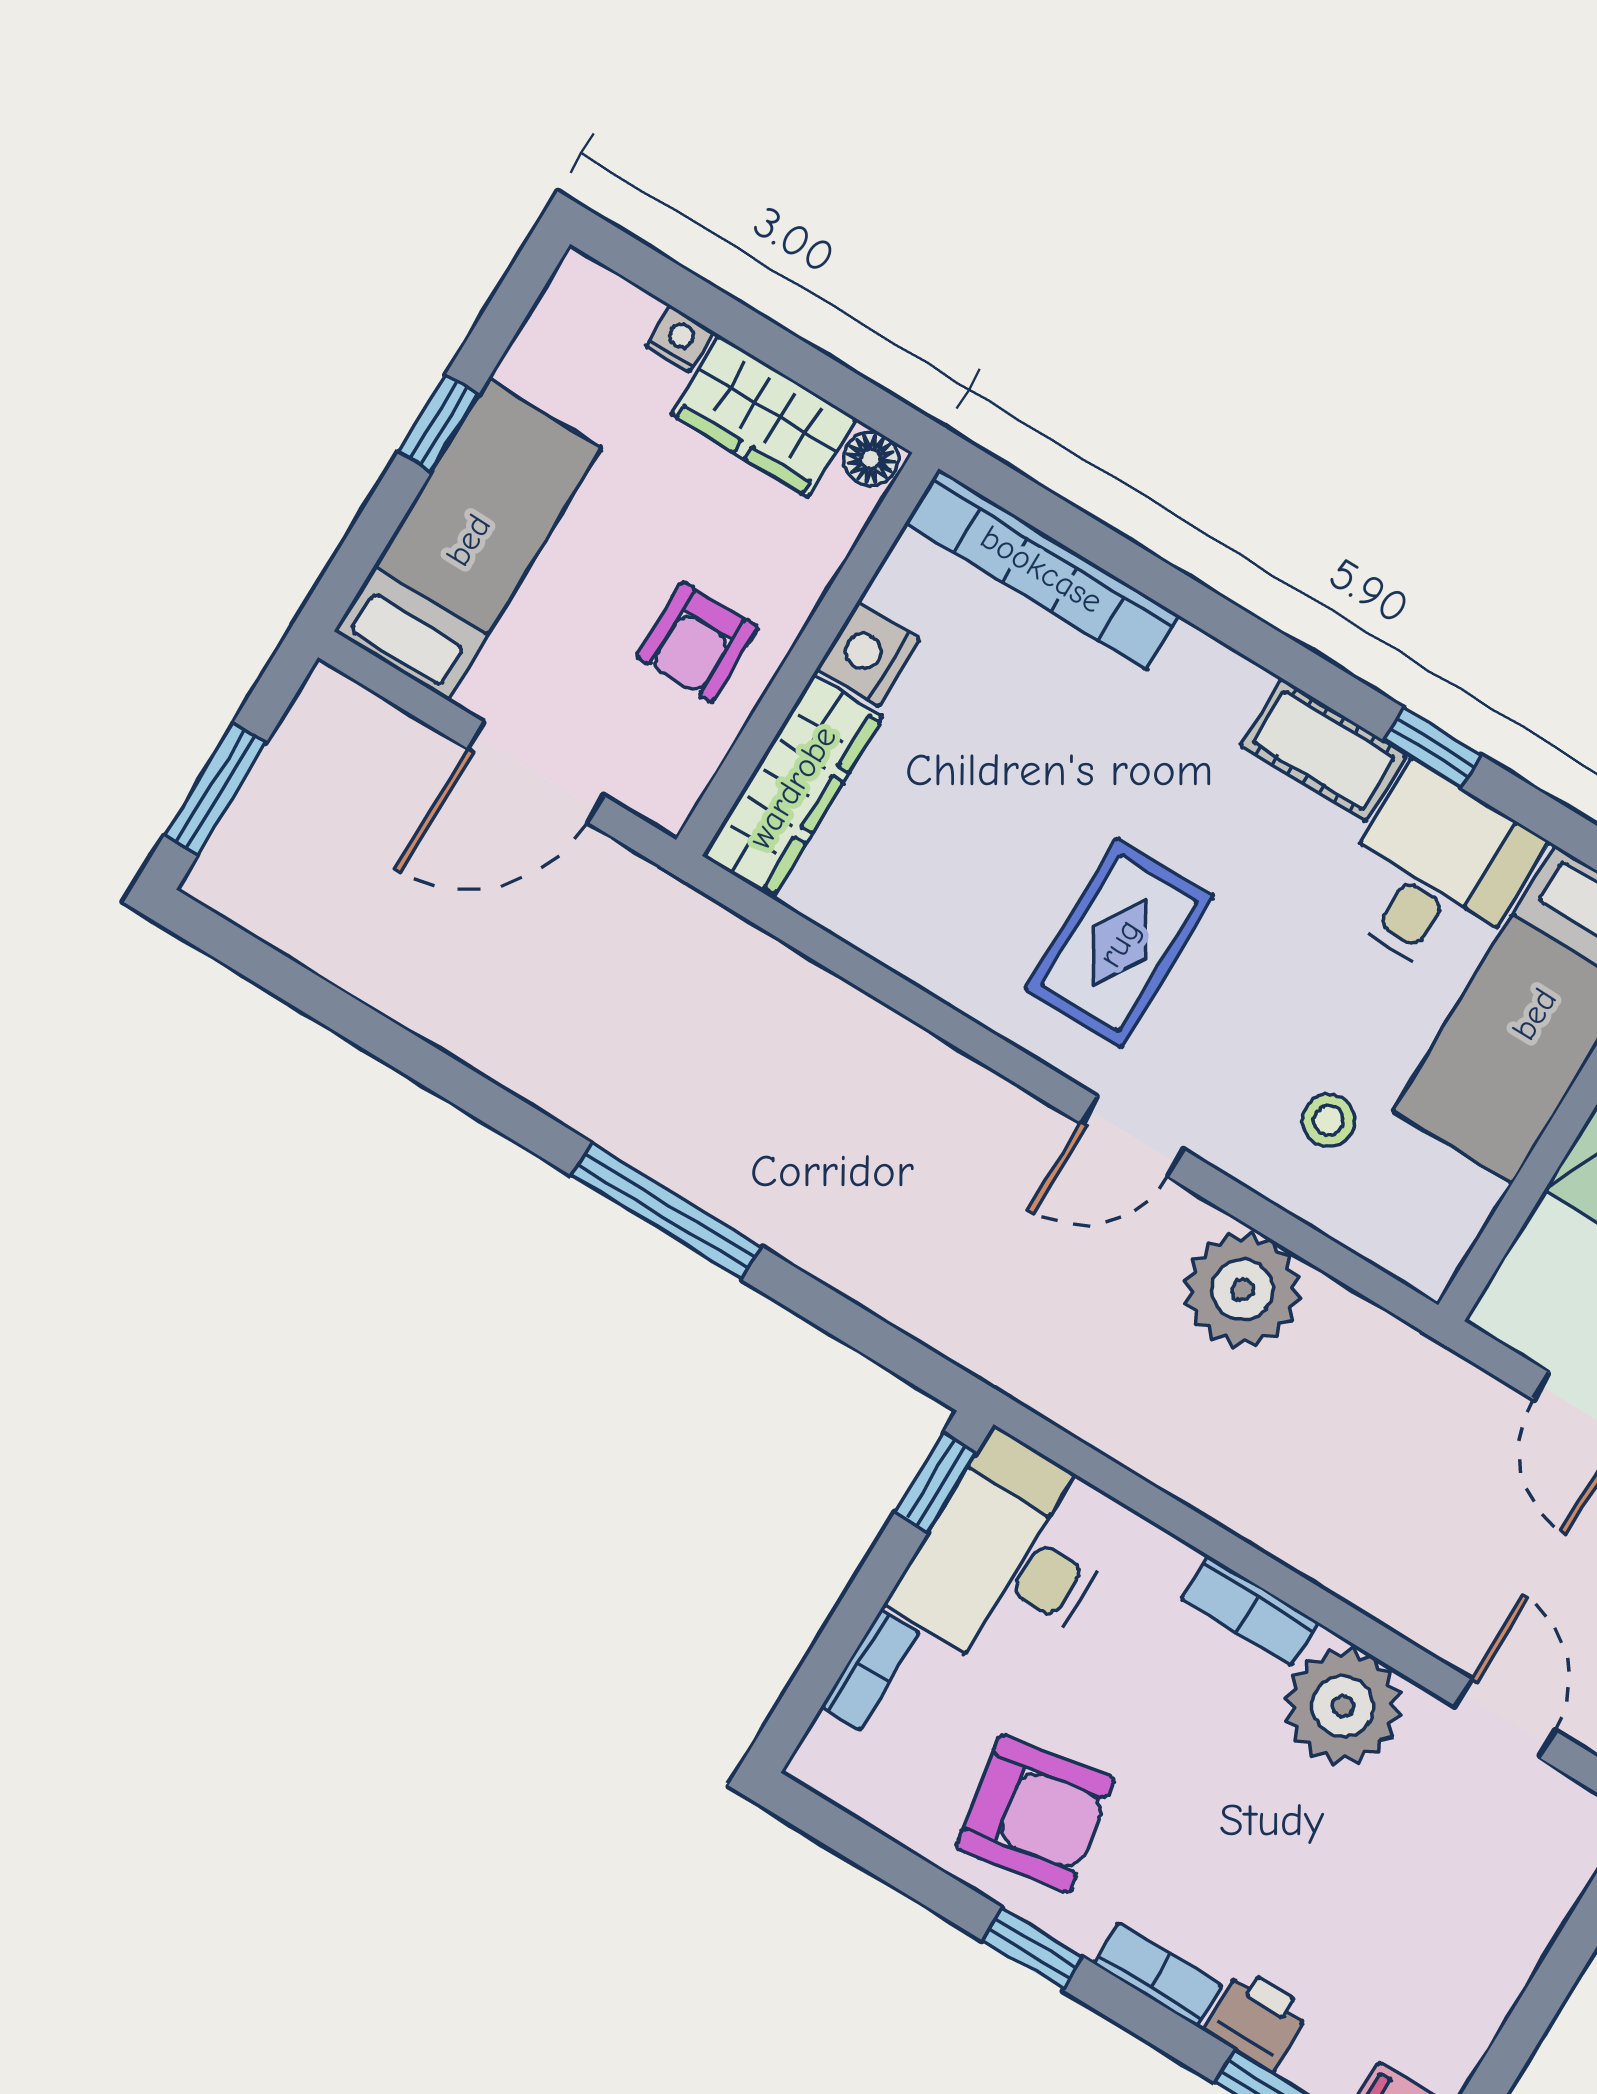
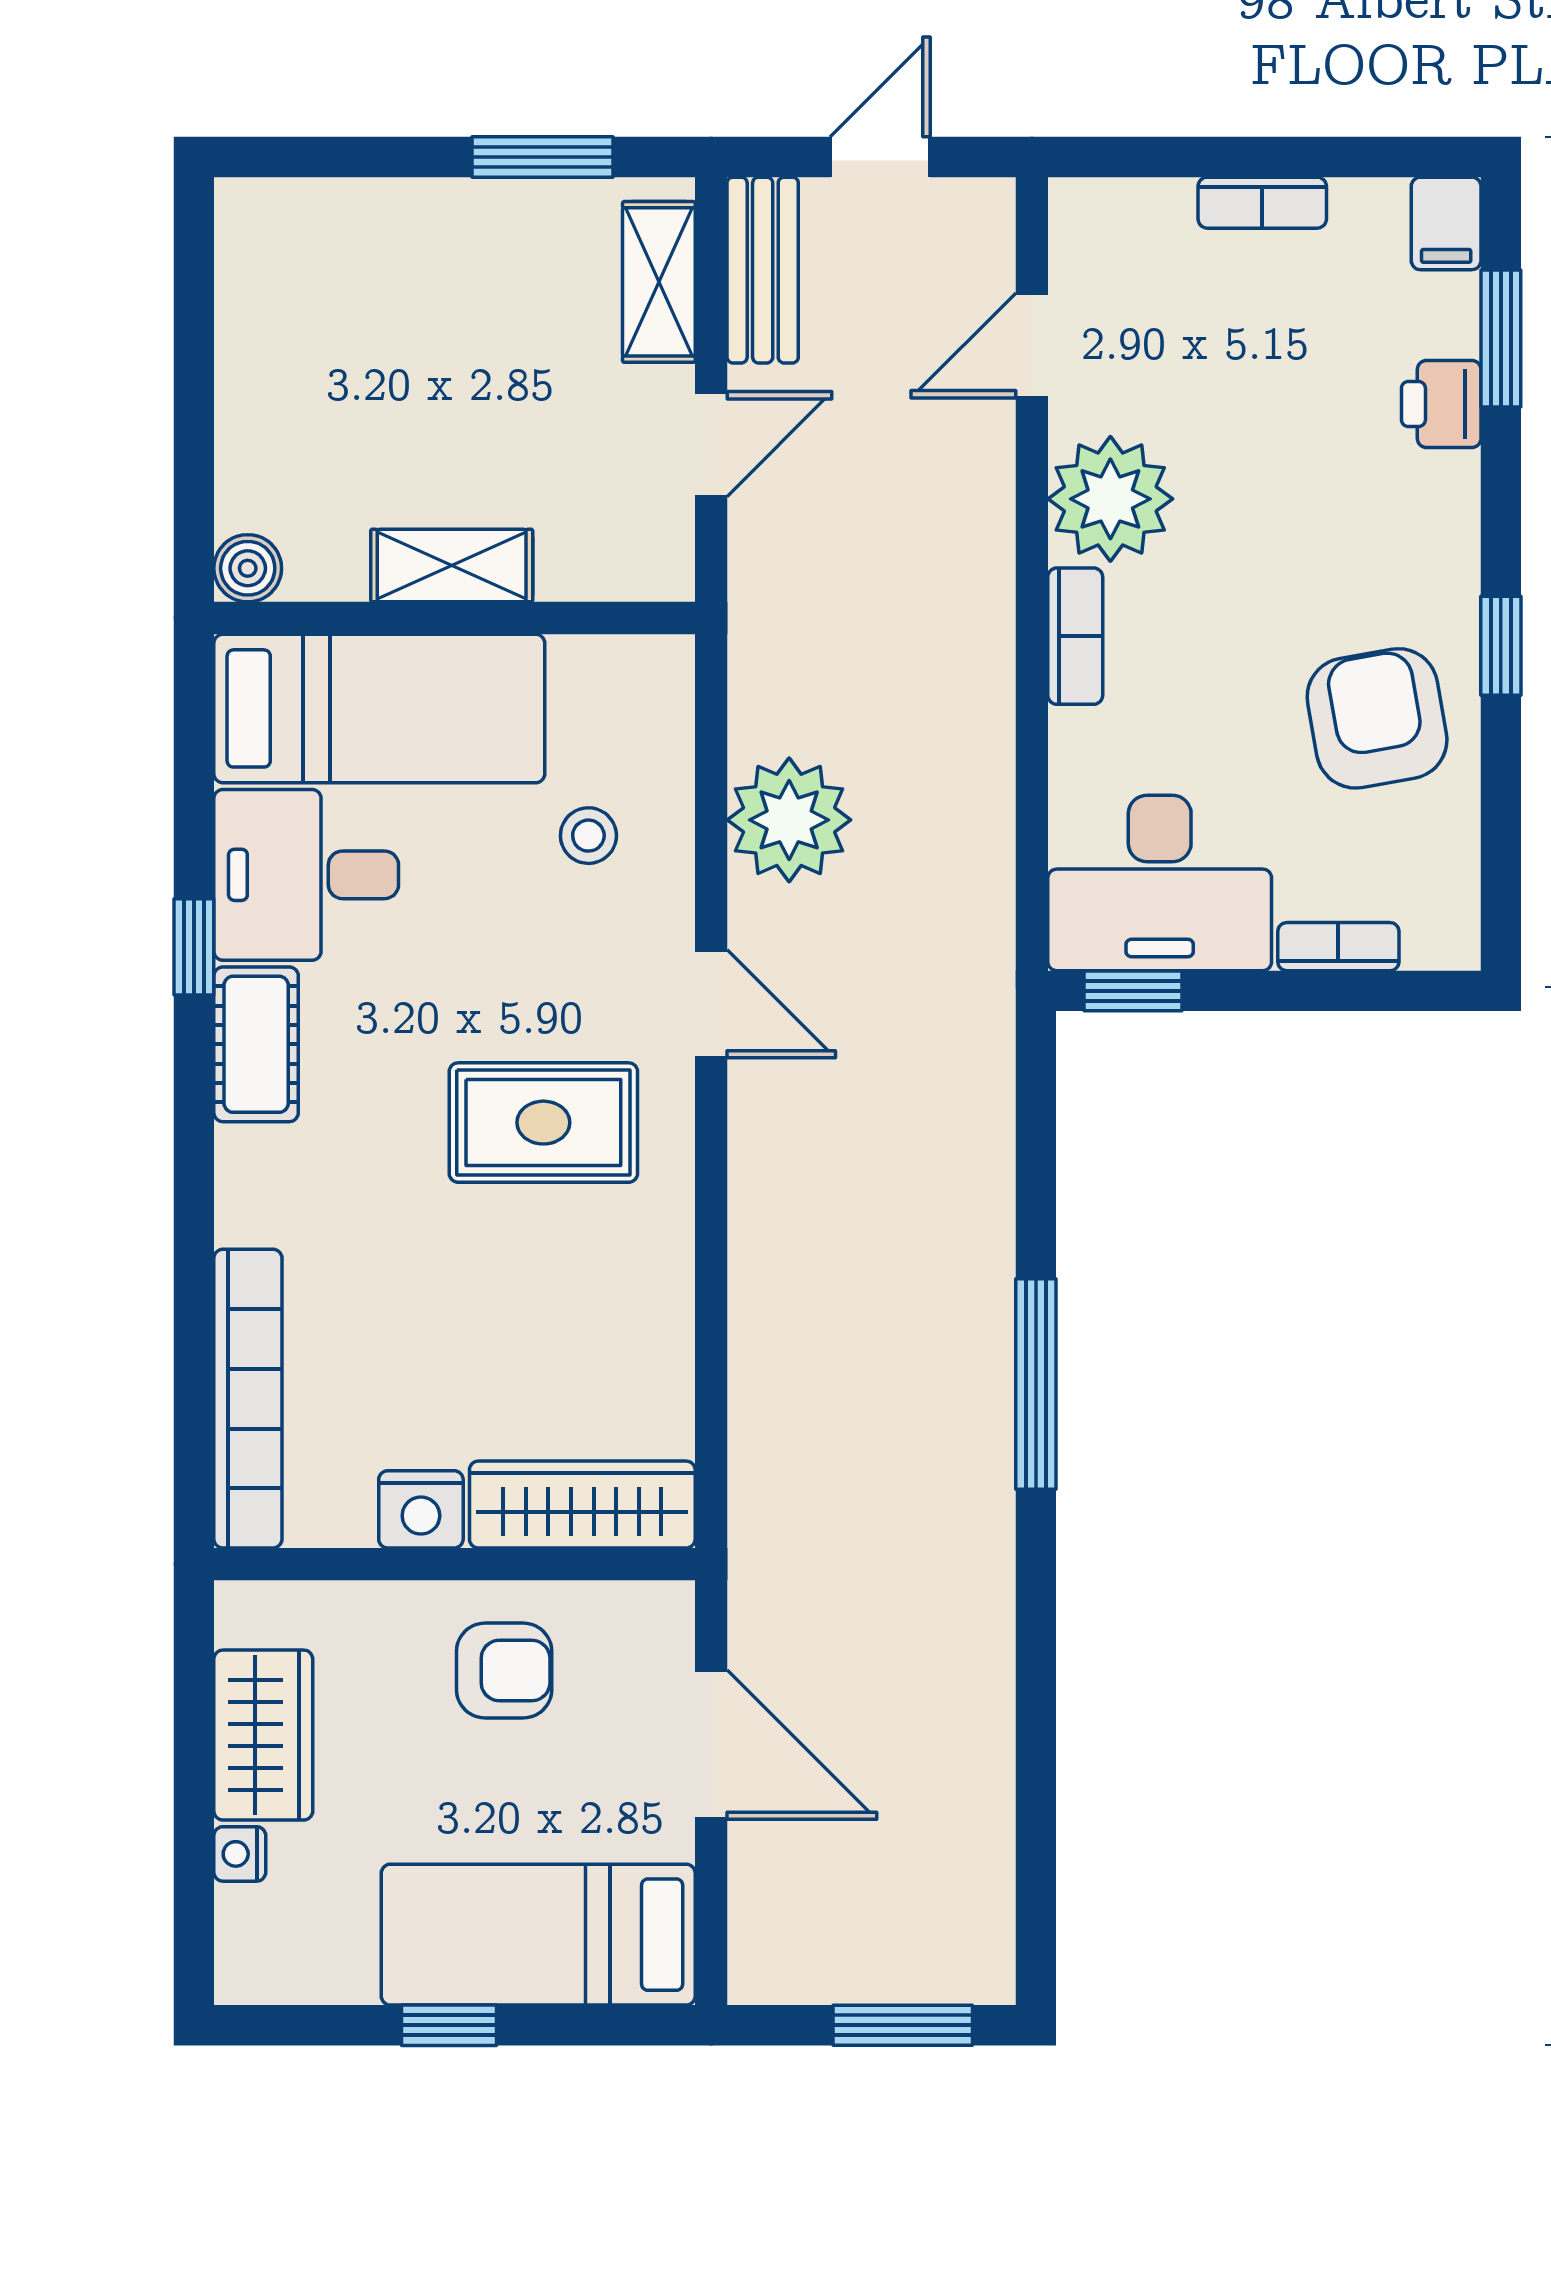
floor lamp: (871, 459) -> (243, 1615), removed
bookcase: (1158, 1975) -> (1262, 203), moved, turned -90

